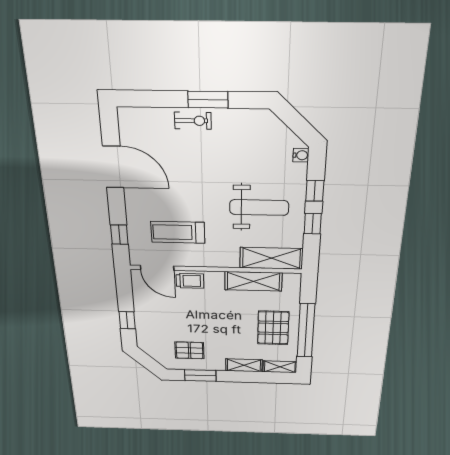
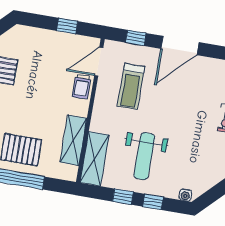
door: (113, 167) -> (180, 45), moved
treadmill: (178, 232) -> (131, 86), turned 180
window: (127, 320) -> (67, 26), moved

